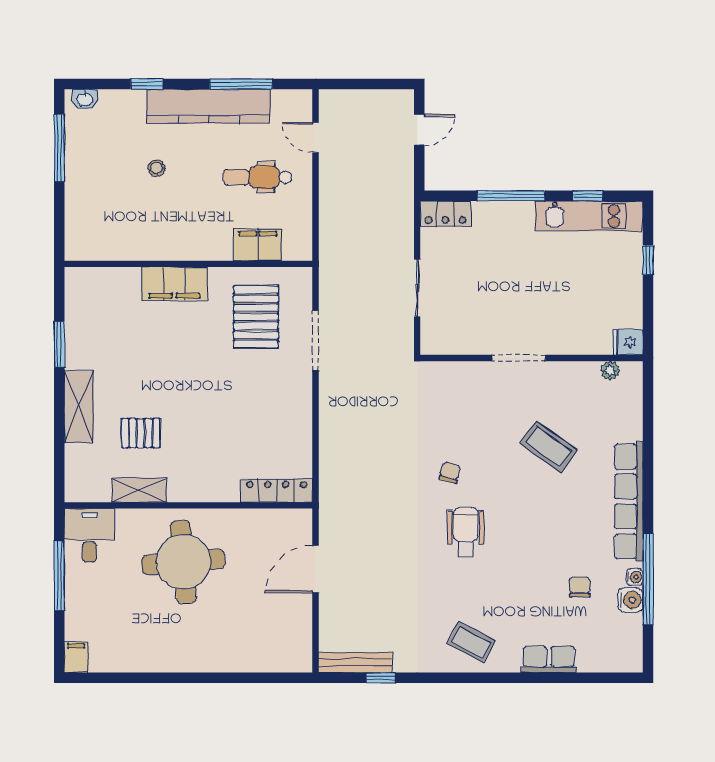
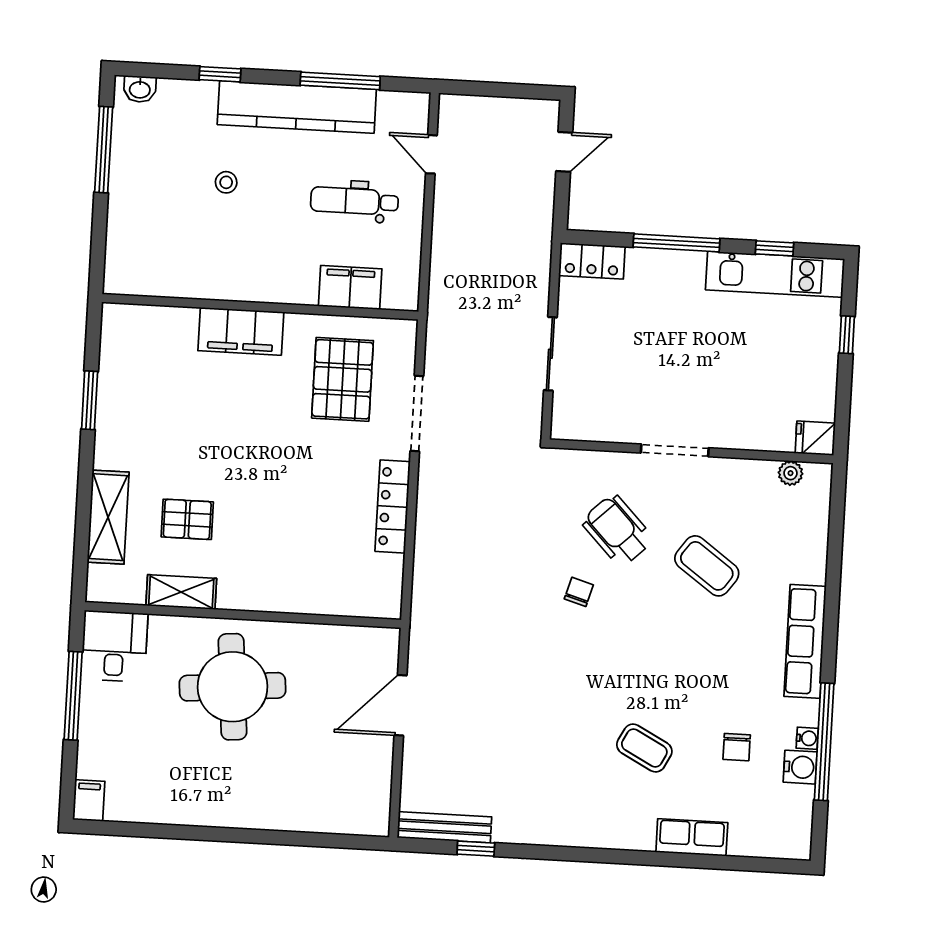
shelving: (79, 407) -> (108, 517), moved
locker: (277, 490) -> (393, 507), moved, turned -90
row of seats: (629, 501) -> (805, 641), width x0.73
wheelchair: (466, 532) -> (617, 530), moved, turned -44
chair: (580, 587) -> (737, 747), turned 180
coffee table: (471, 642) -> (644, 748), moved

